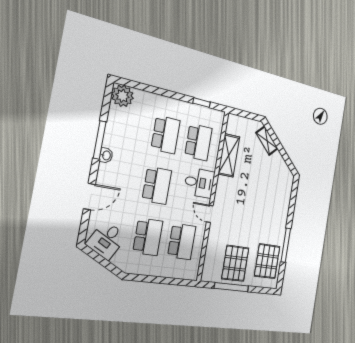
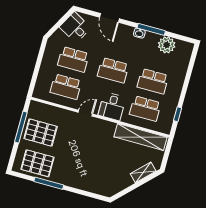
plant: (122, 96) -> (167, 45), moved
shelving: (229, 155) -> (141, 137), width x1.47

